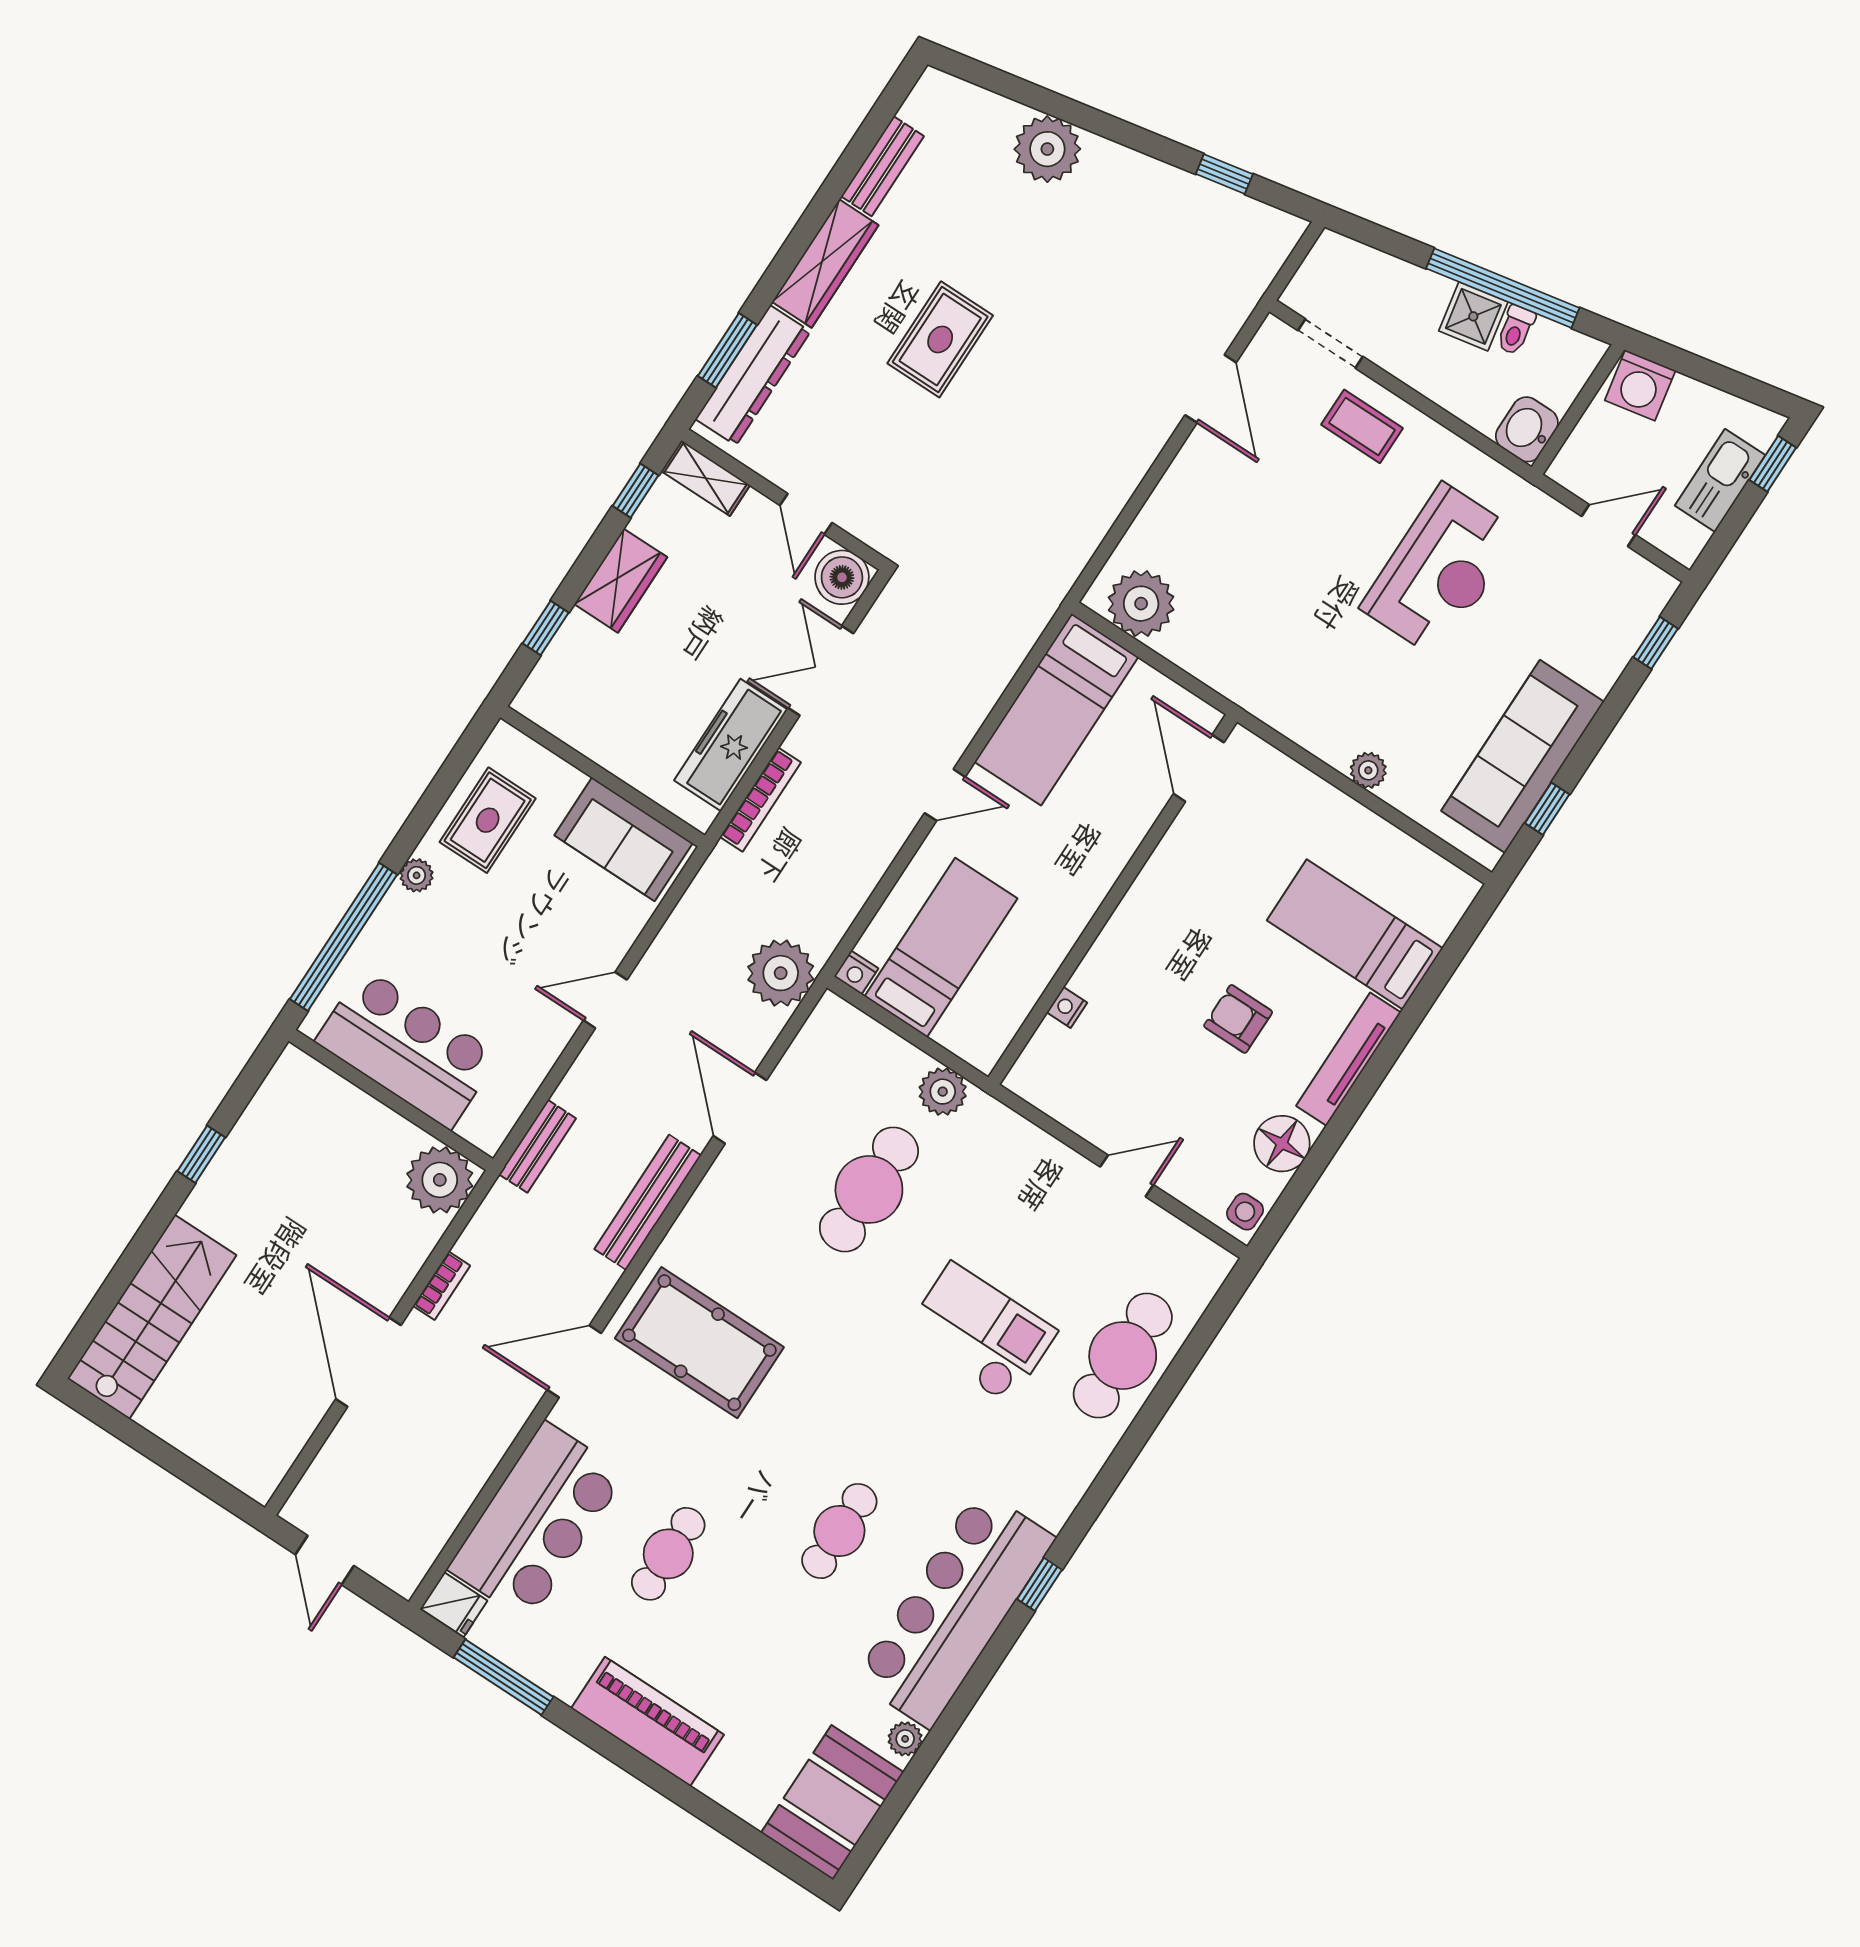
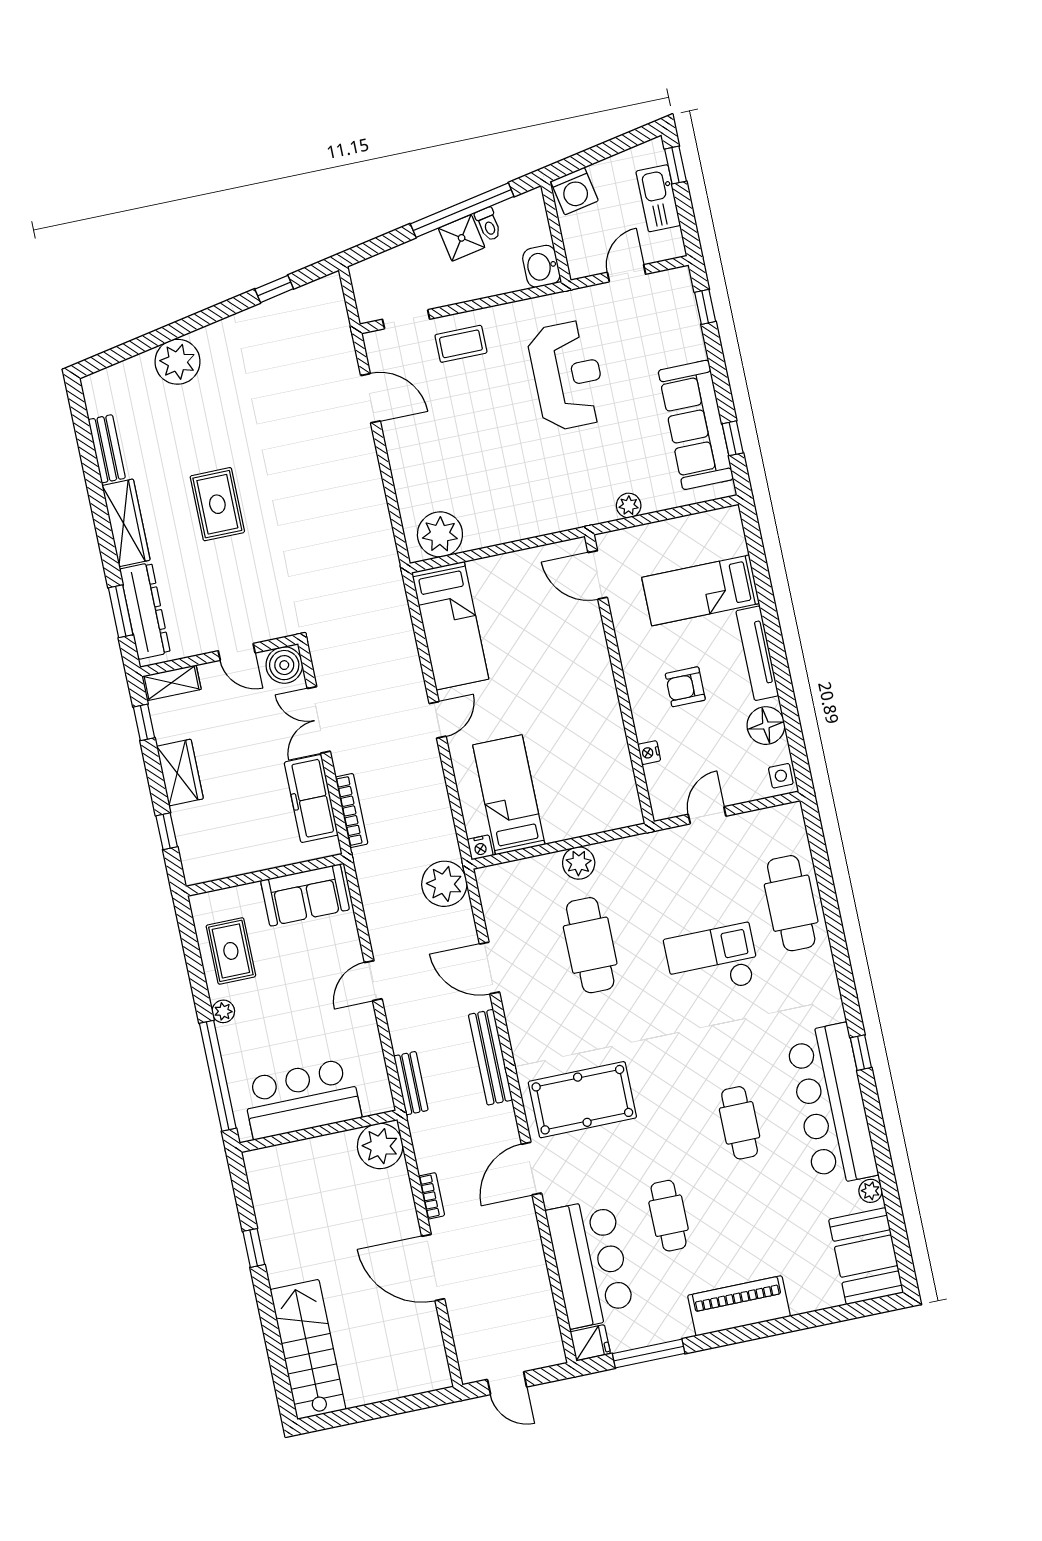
door: (1199, 768) -> (598, 575), moved
wall: (1113, 900) -> (619, 679), moved
nightstand: (1067, 1008) -> (649, 753), moved

